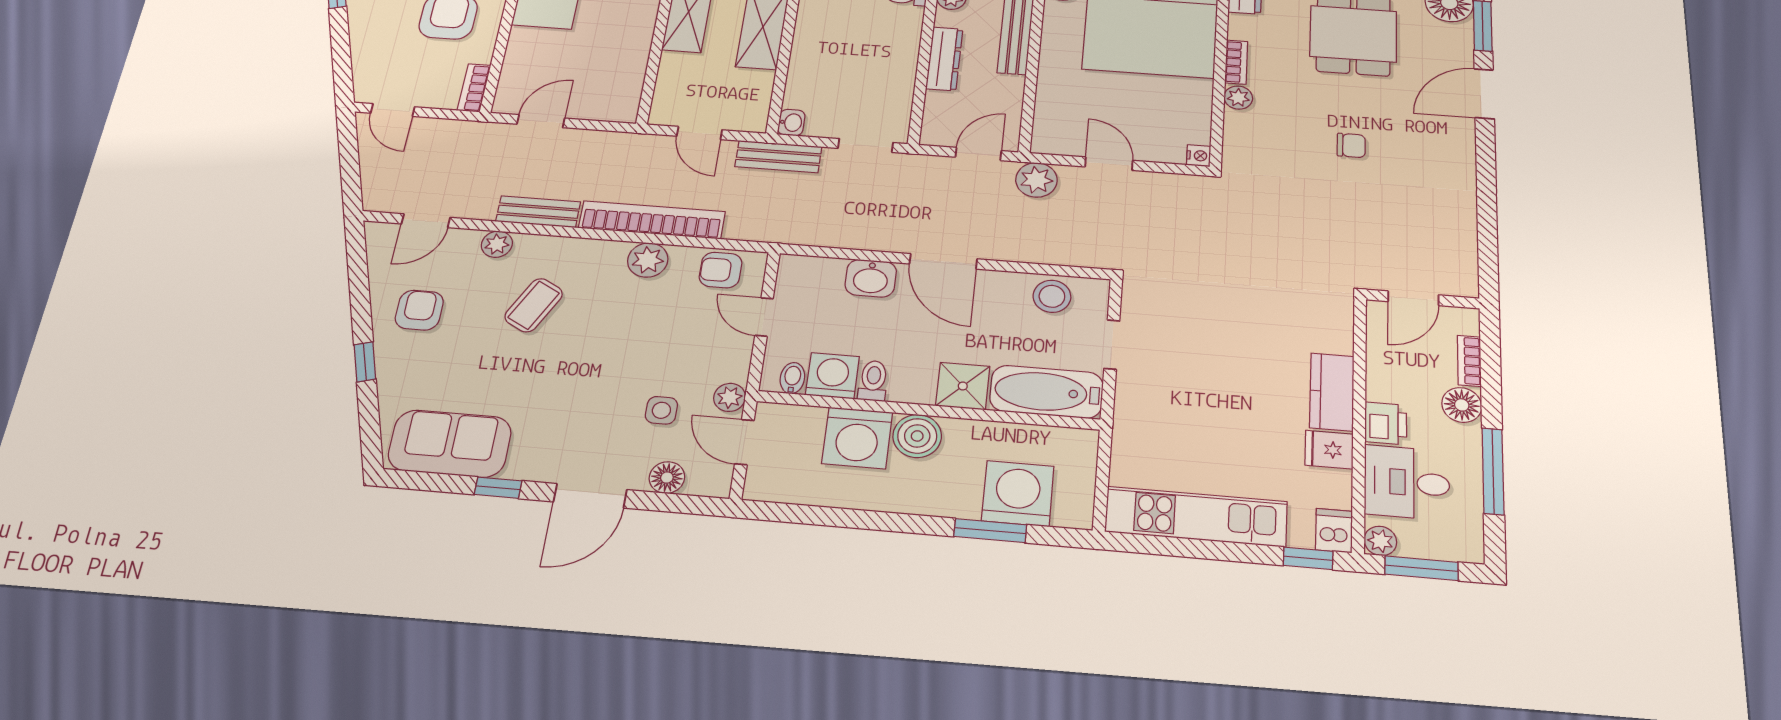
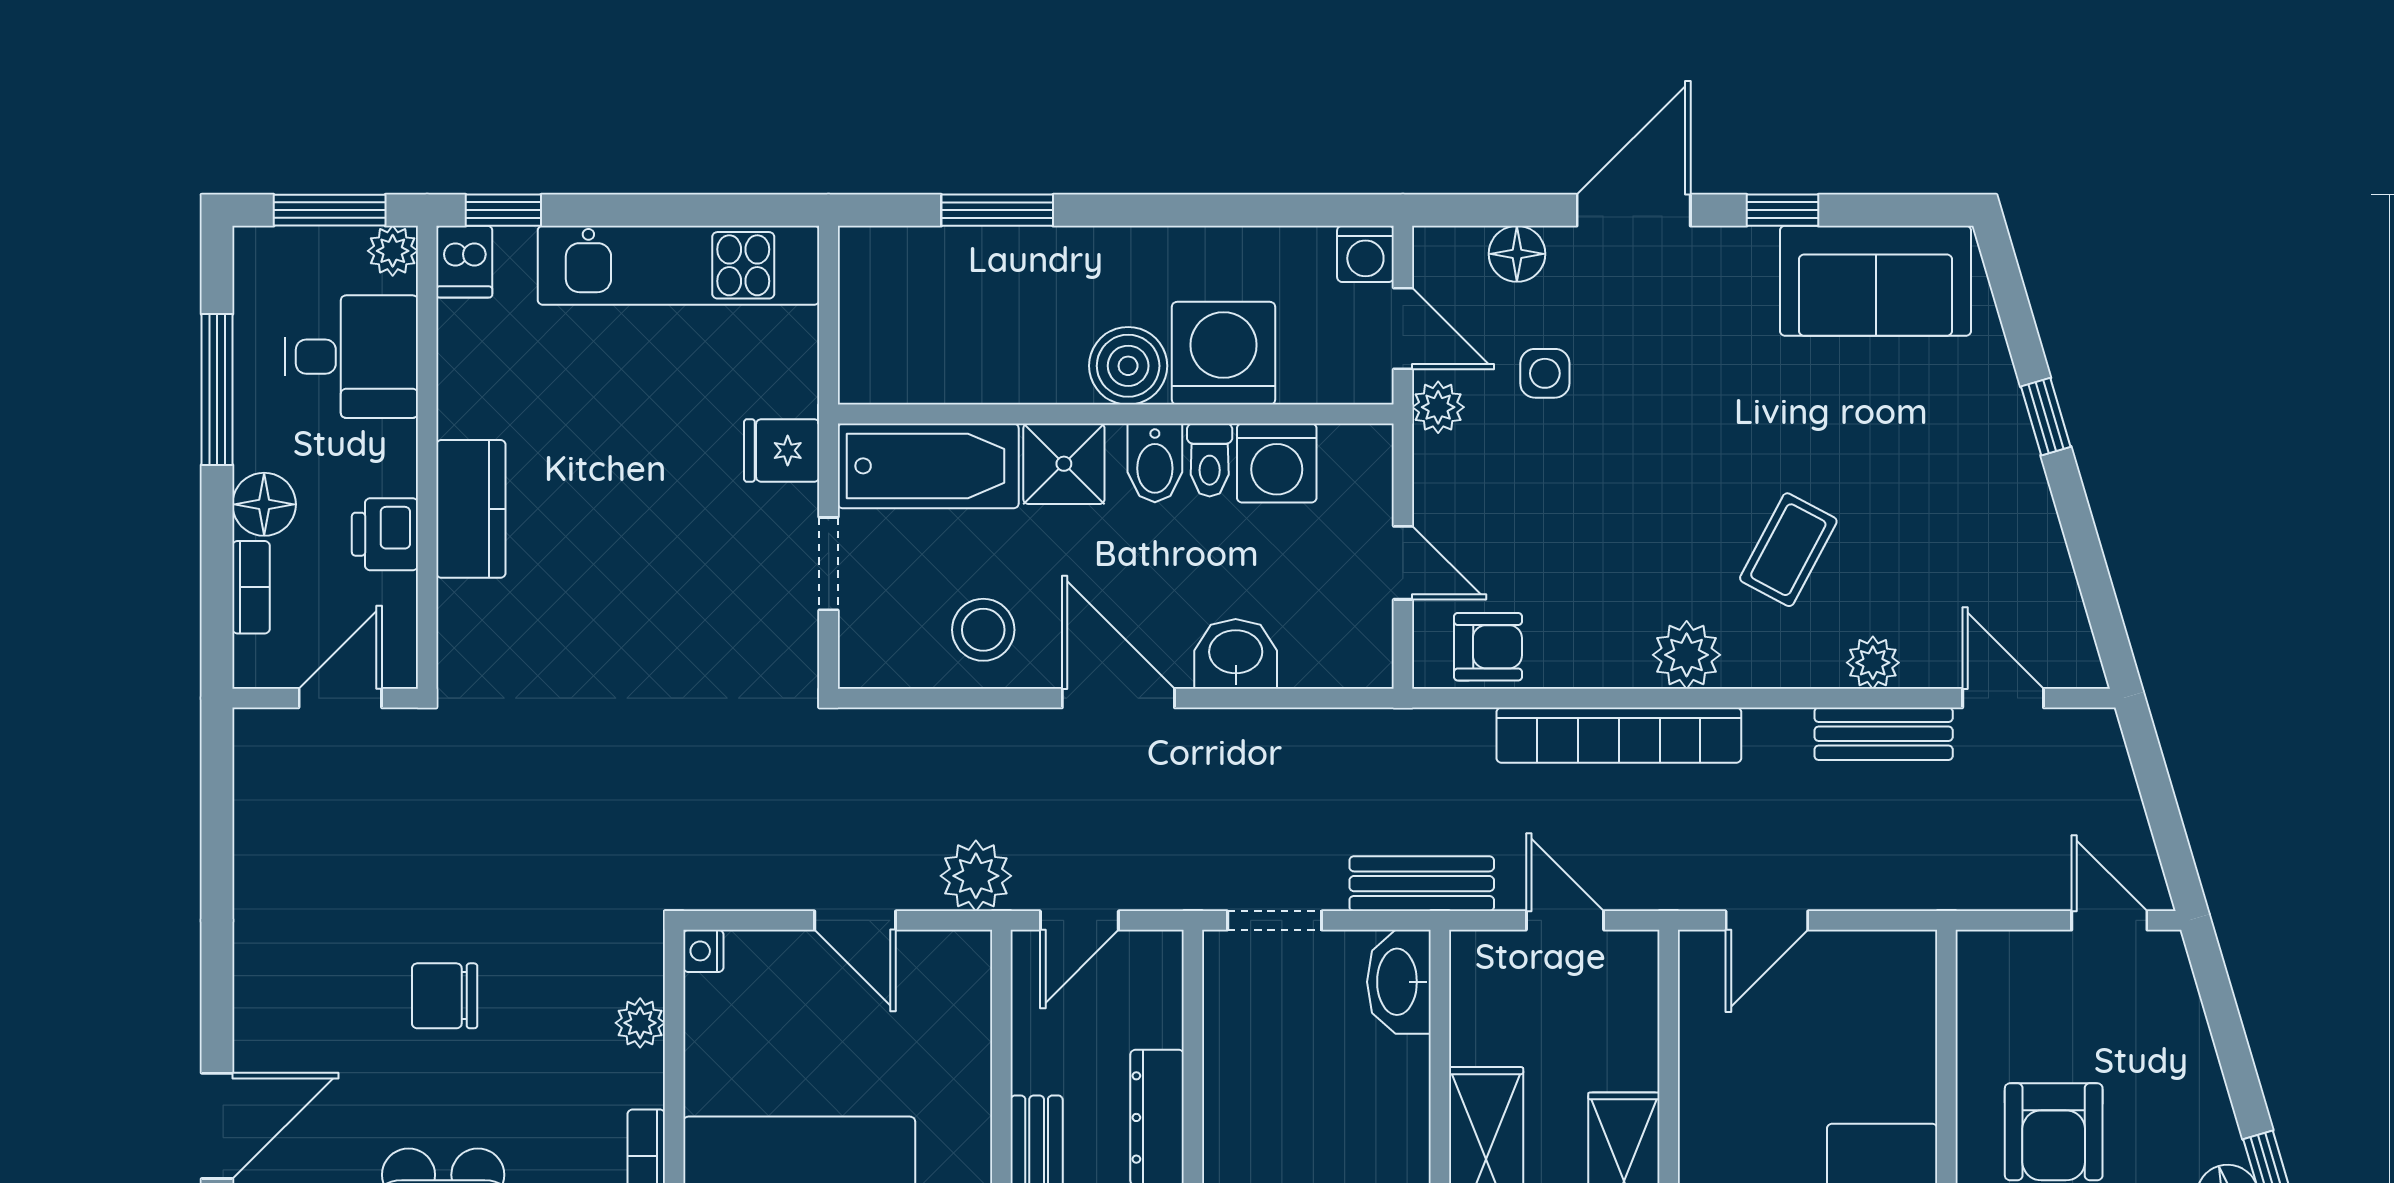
bookcase: (474, 88) -> (1976, 981), removed
plant: (1238, 98) -> (640, 1023), moved
door: (541, 121) -> (1767, 920), moved
washbasin: (791, 123) -> (1399, 982), width x1.91, depth x1.45
chair: (1351, 145) -> (445, 996), width x1.37, depth x1.37
bench: (538, 212) -> (1884, 734), moved
door: (426, 221) -> (2003, 698), hinge flipped
plant: (648, 260) -> (1687, 655), moved
stool: (1052, 296) -> (983, 630), moved
armchair: (419, 310) -> (1977, 522), removed
bidet: (792, 378) -> (1155, 463), moved, width x1.38, depth x1.36
printer: (1386, 423) -> (385, 534), moved
fridge: (1329, 450) -> (782, 450), moved, turned 180
washing machine: (1018, 493) -> (1365, 254), moved, width x0.53, depth x0.53

